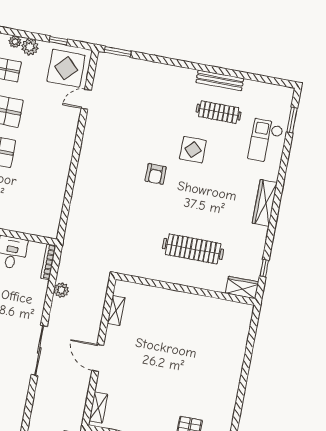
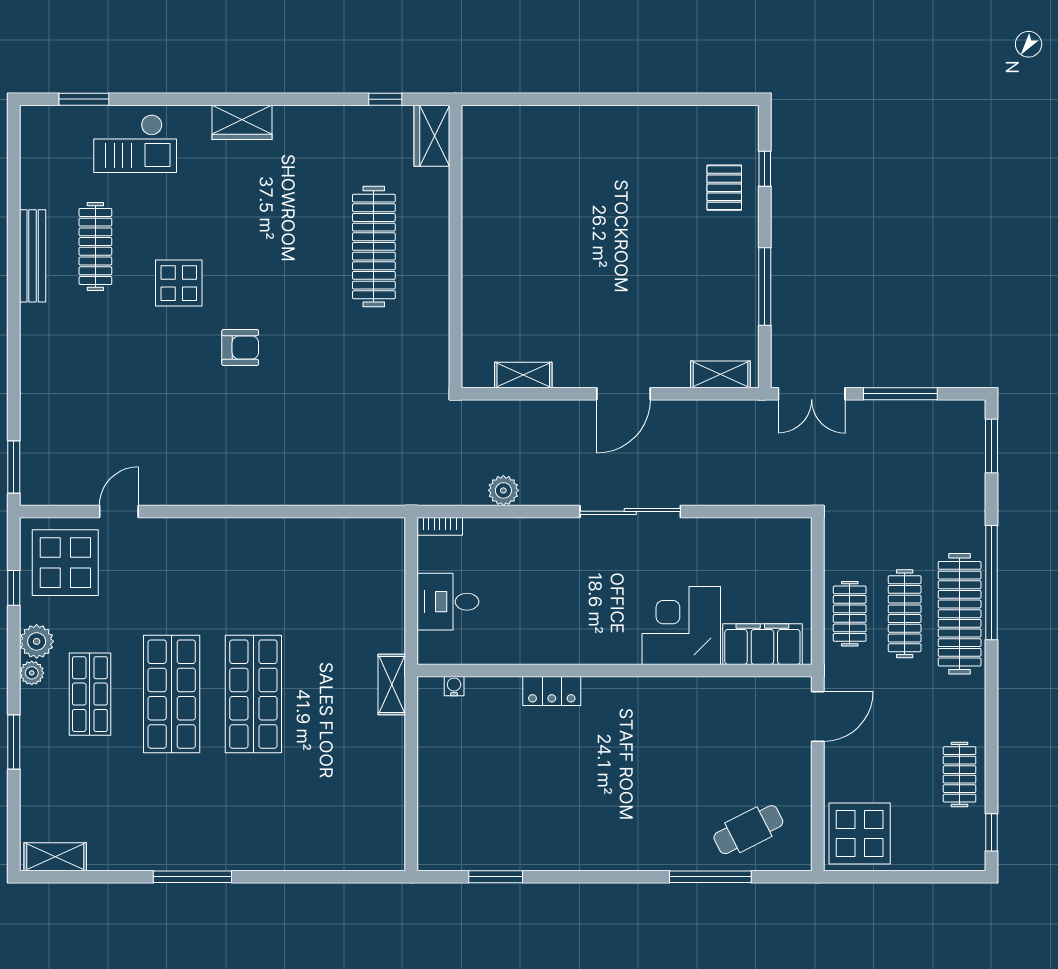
door: (86, 99) -> (119, 511), swing flipped
wardrobe: (265, 203) -> (242, 122), width x0.67
bookcase: (48, 262) -> (440, 526), width x0.64

